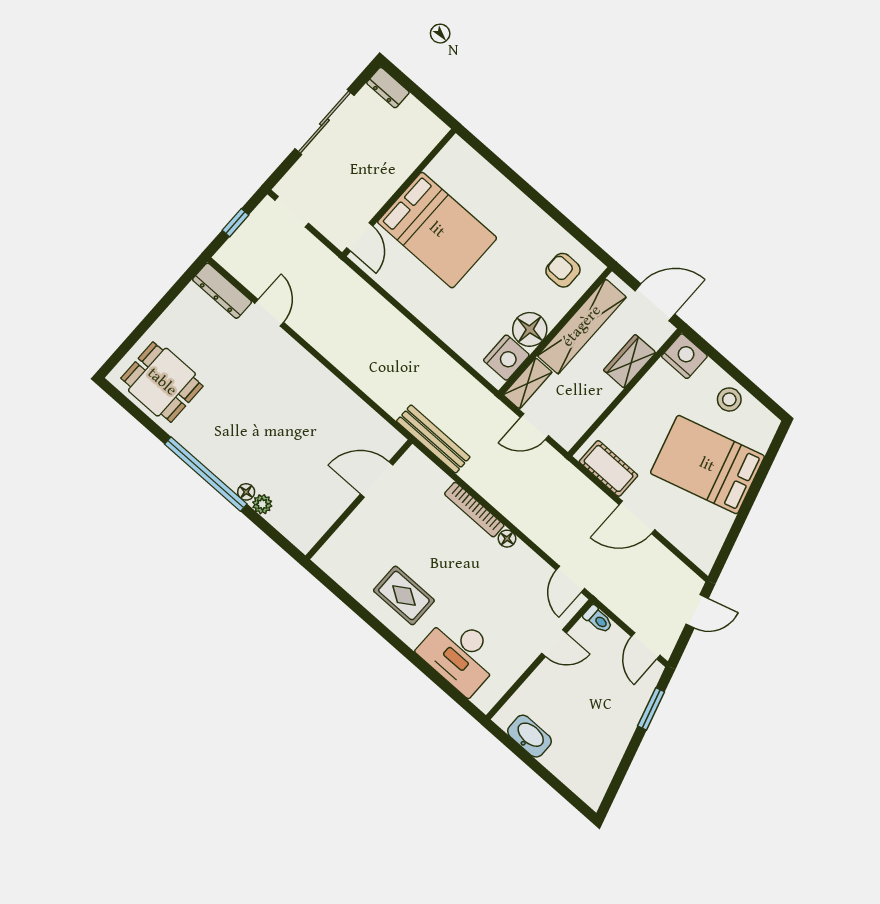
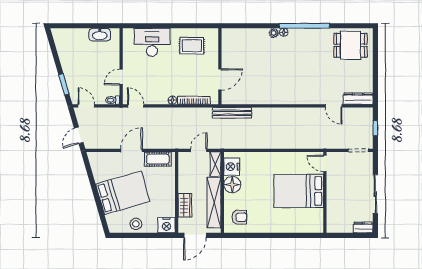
door: (377, 479) -> (220, 79), moved
wall: (359, 499) -> (220, 66), moved

